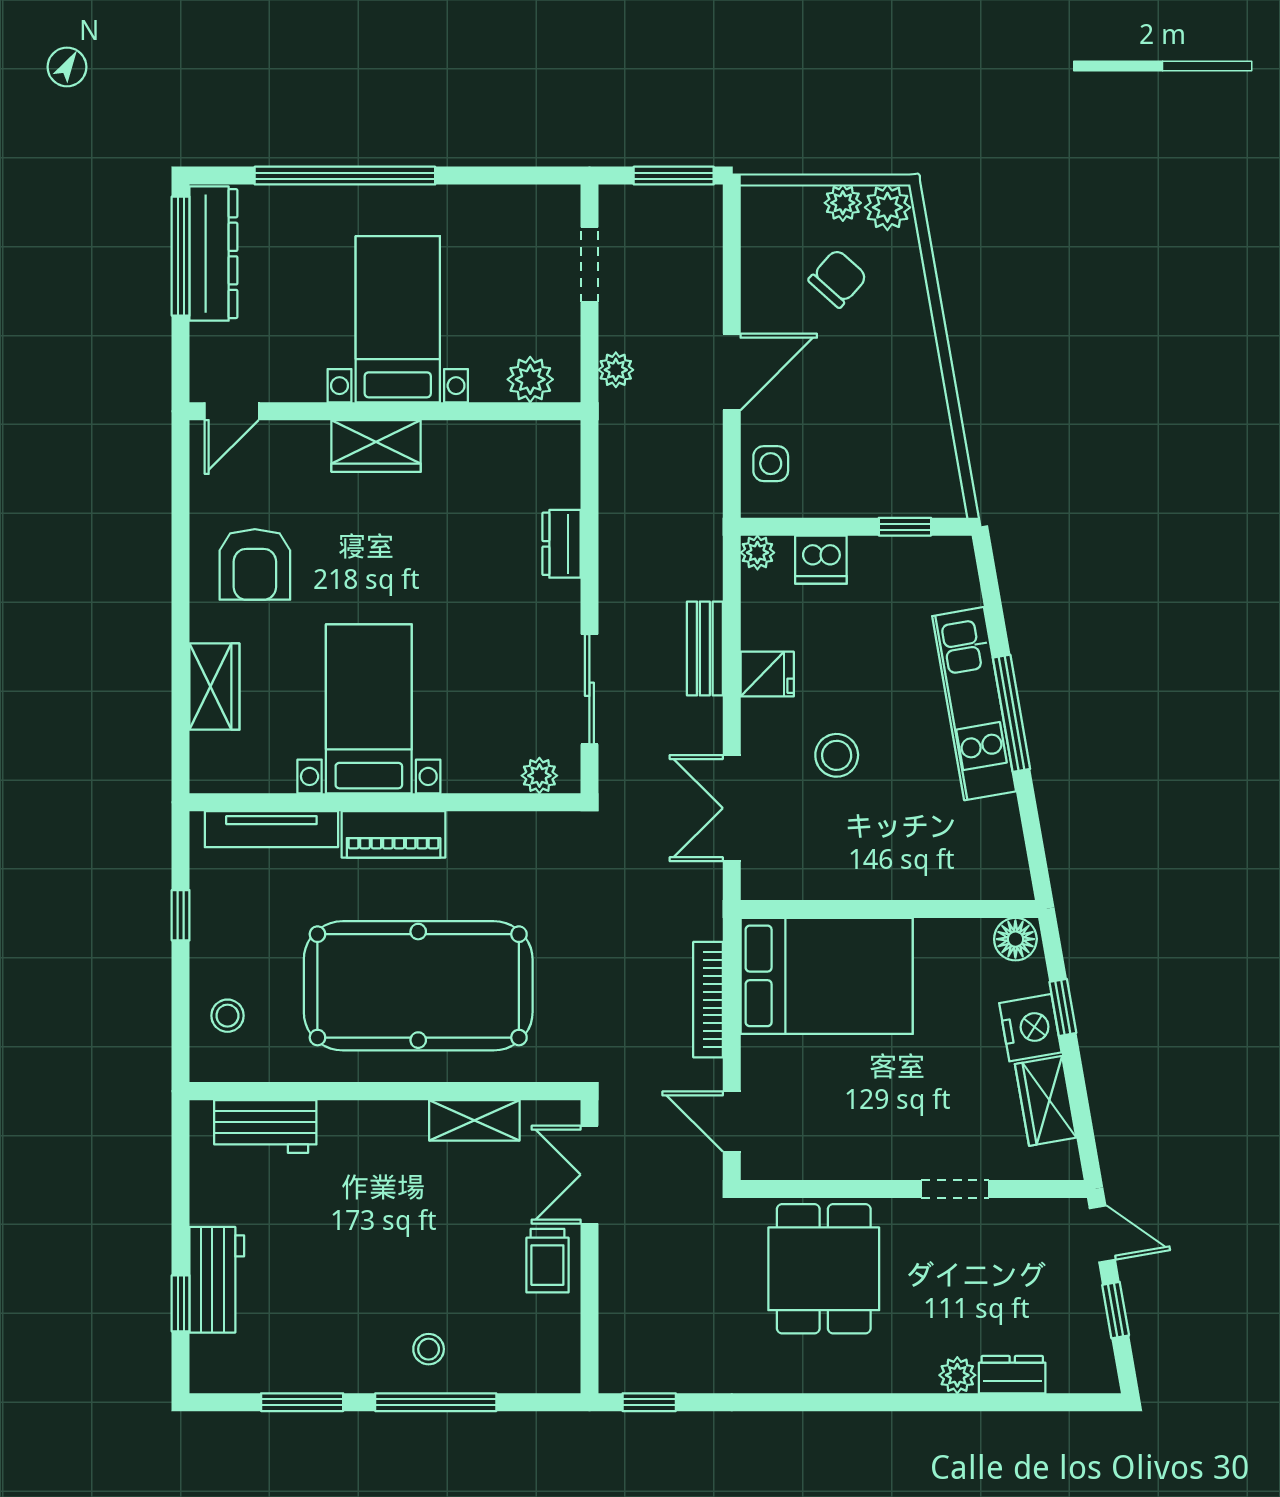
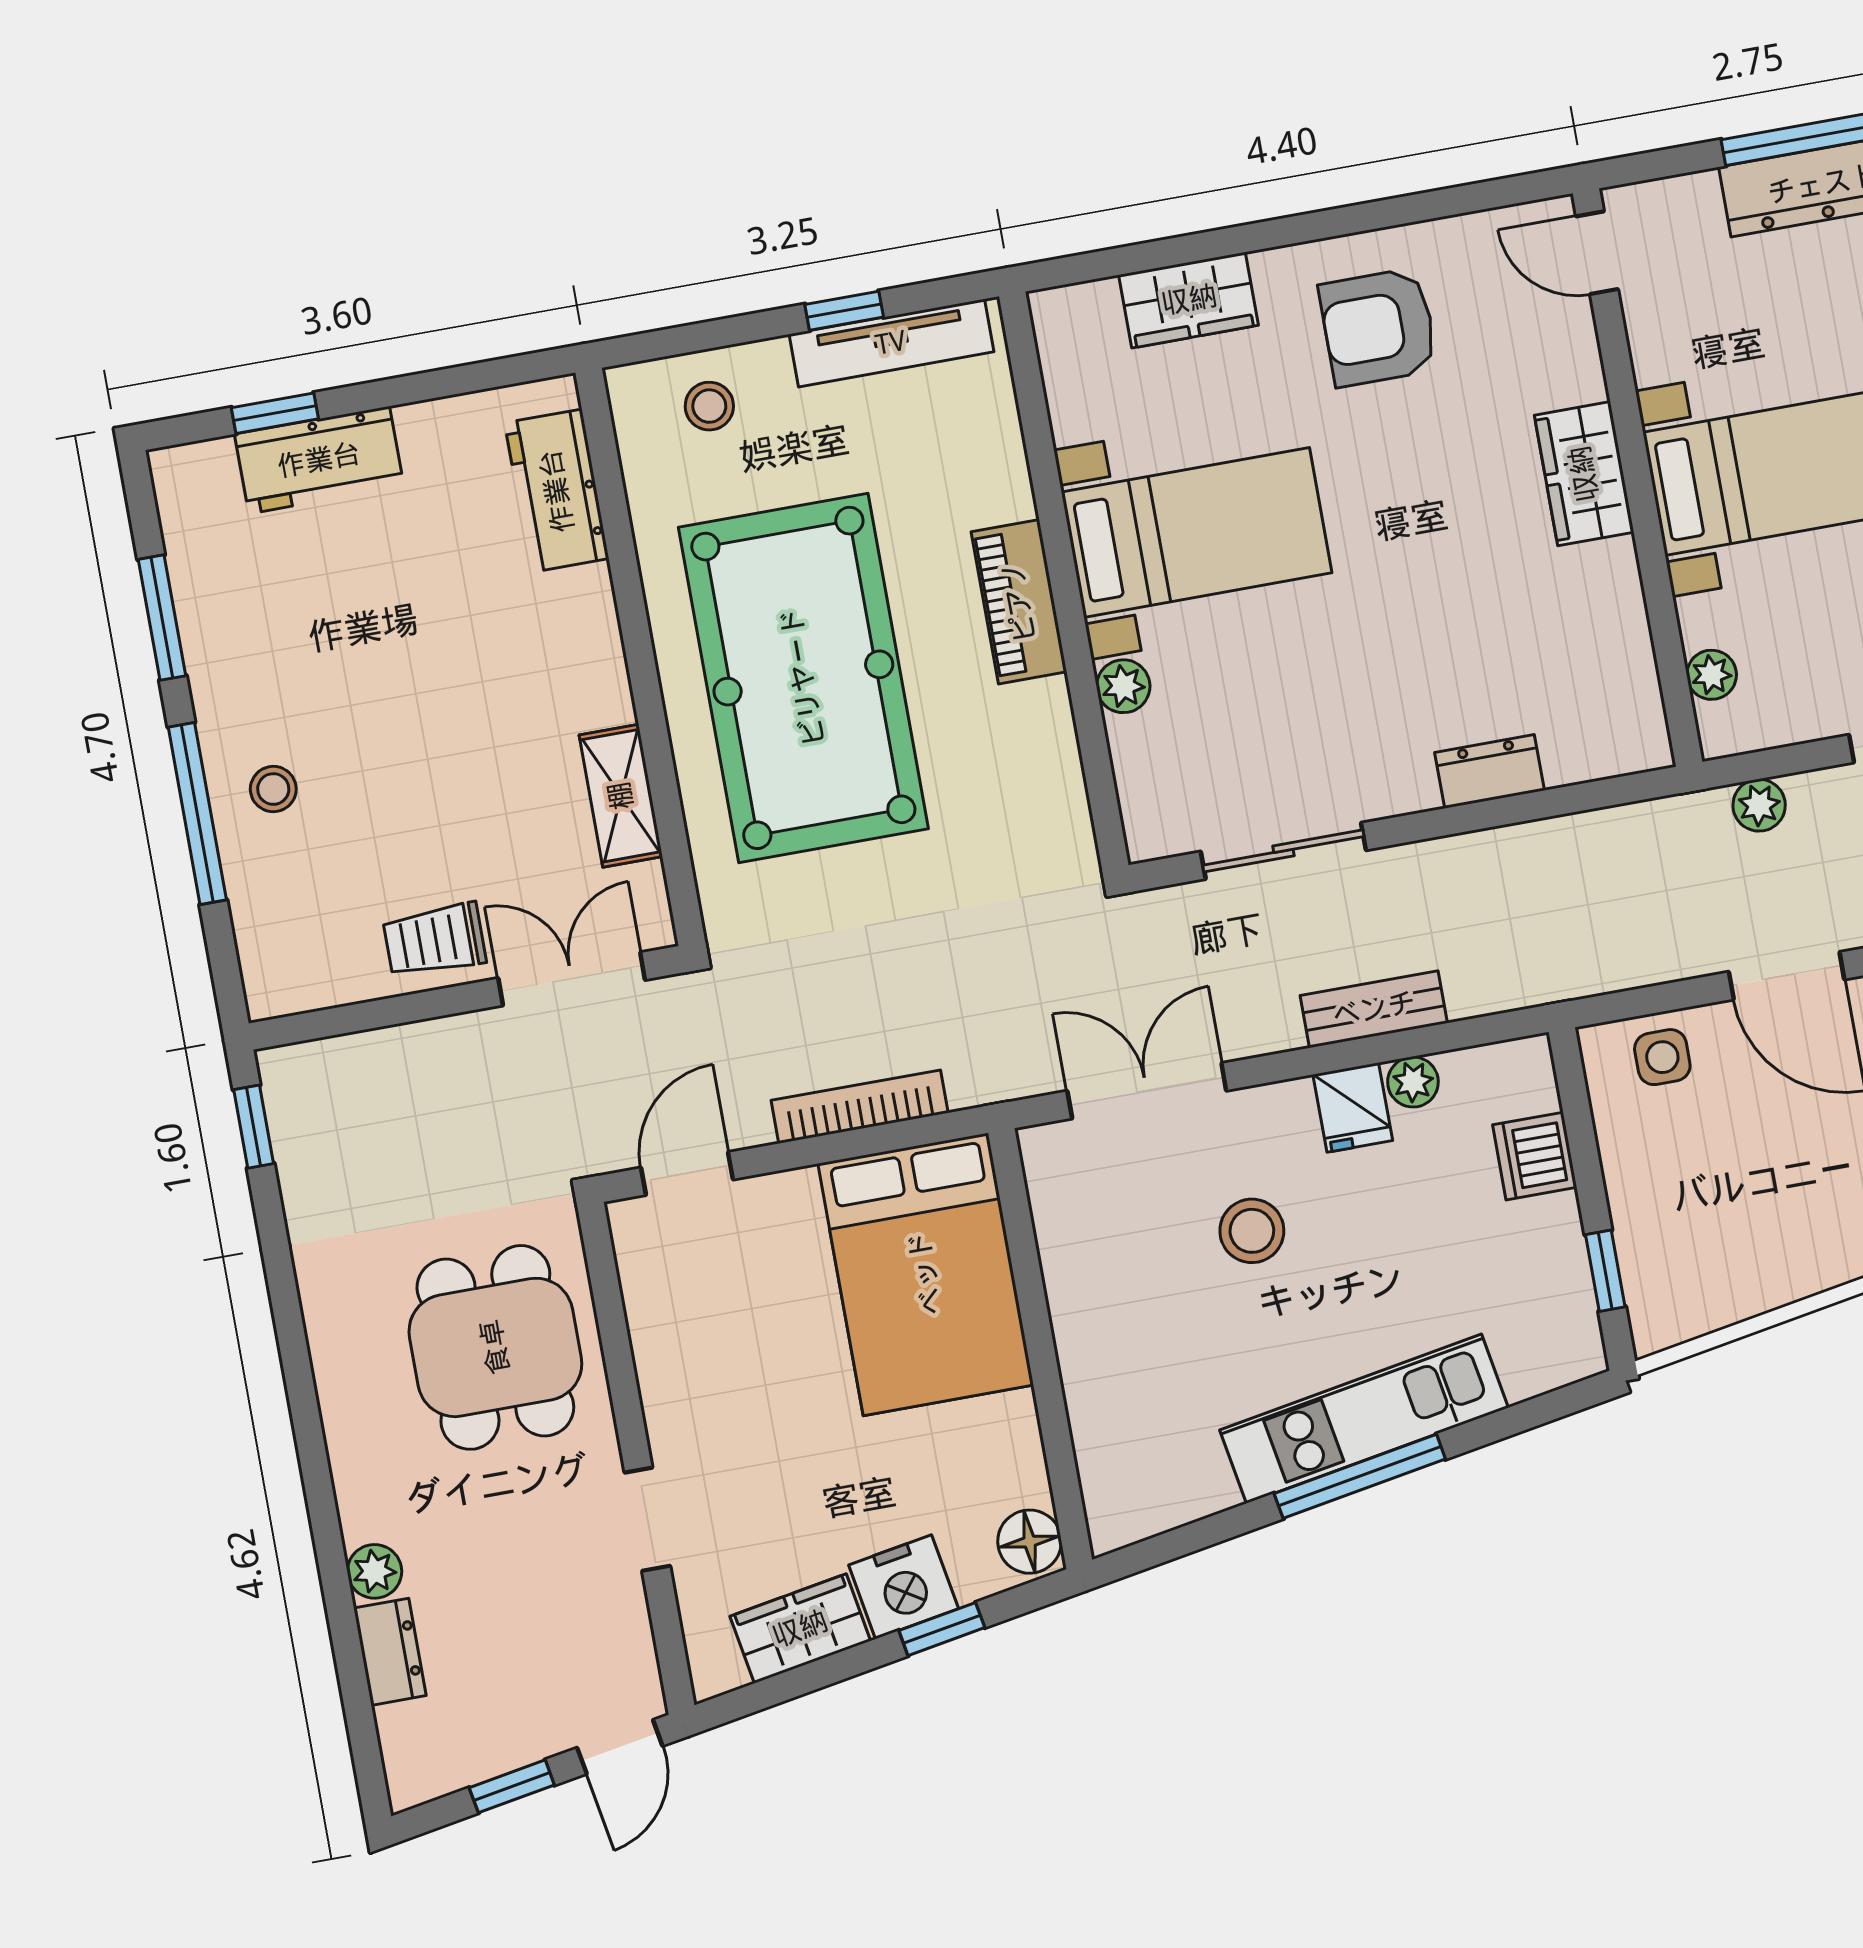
plant: (530, 379) -> (1712, 675), width x0.73, depth x0.73
plant: (757, 553) -> (1413, 1082), moved
plant: (539, 776) -> (1123, 686), moved
tv unit: (271, 829) -> (891, 343), moved, turned -90
dining table: (824, 1269) -> (495, 1347), turned 90

